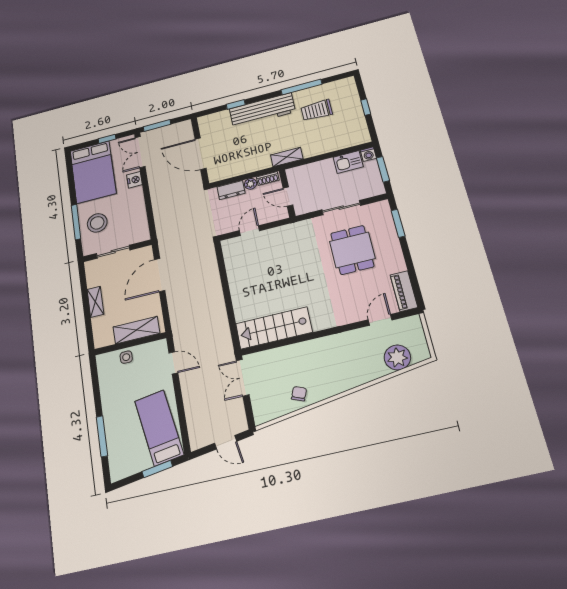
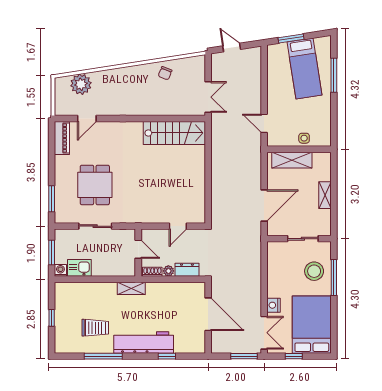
bed: (159, 428) -> (304, 69), moved

